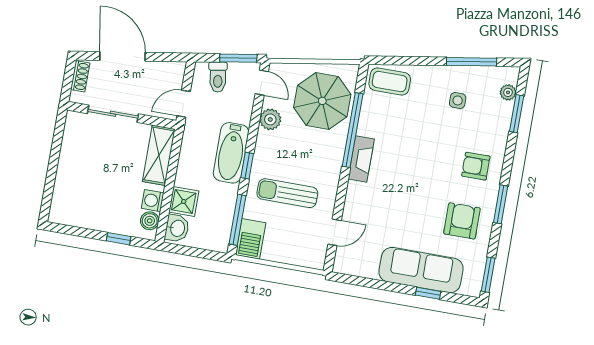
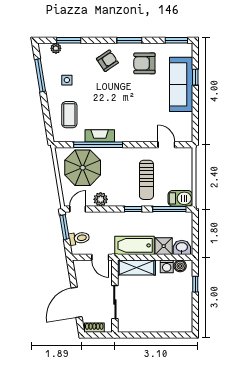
coffee table: (390, 81) -> (69, 115), moved
bathtub: (231, 153) -> (135, 245), moved, turned 180
fireplace: (361, 159) -> (100, 136), moved
armchair: (476, 166) -> (107, 61), turned -124

